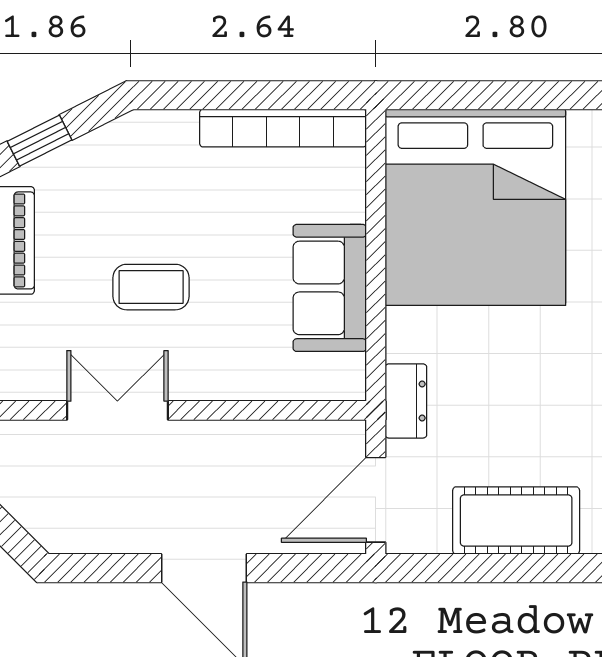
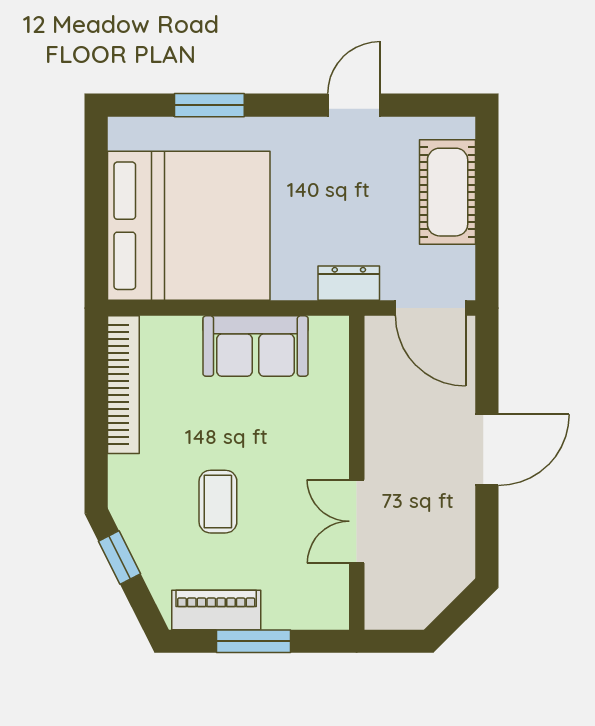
window: (40, 141) -> (120, 558), moved
coffee table: (151, 287) -> (218, 502), moved

